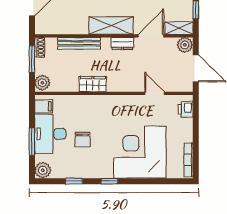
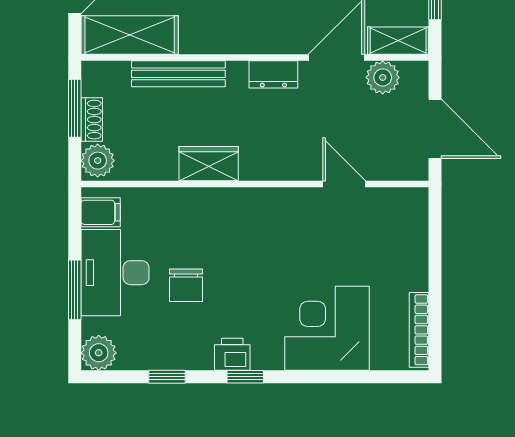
shelving: (111, 26) -> (130, 35), moved
plant: (185, 45) -> (383, 77), moved
shoe rack: (40, 47) -> (92, 120), moved
printer: (186, 109) -> (232, 354), moved, turned 90
corner desk: (140, 152) -> (327, 328), width x0.74, depth x0.74

